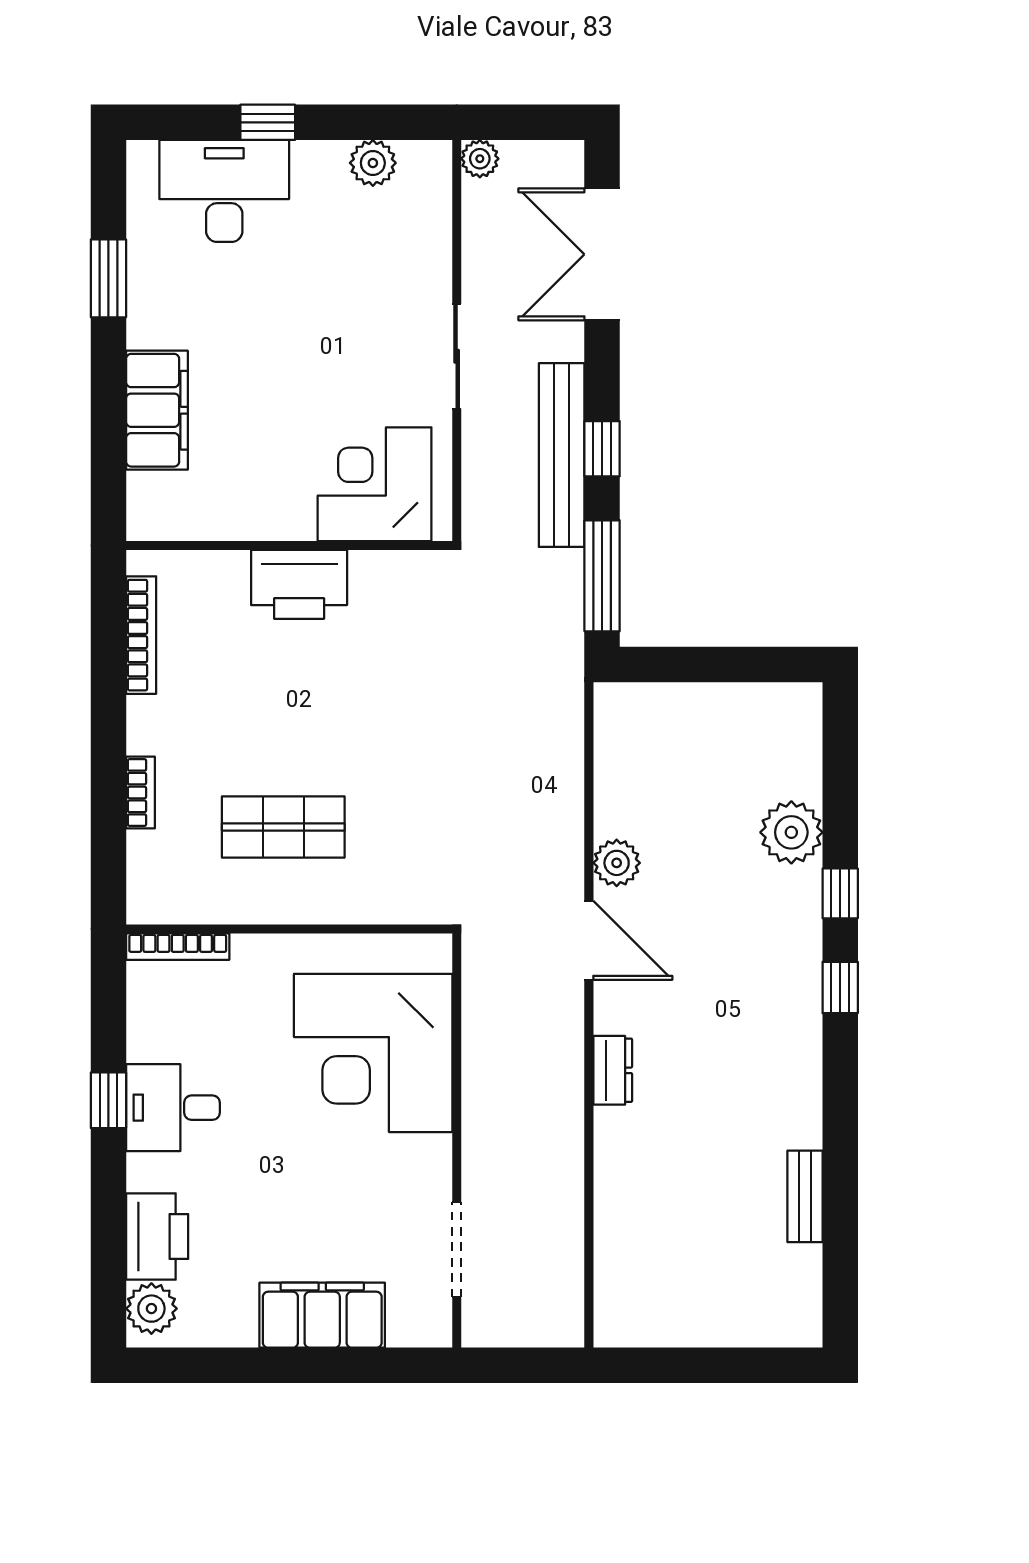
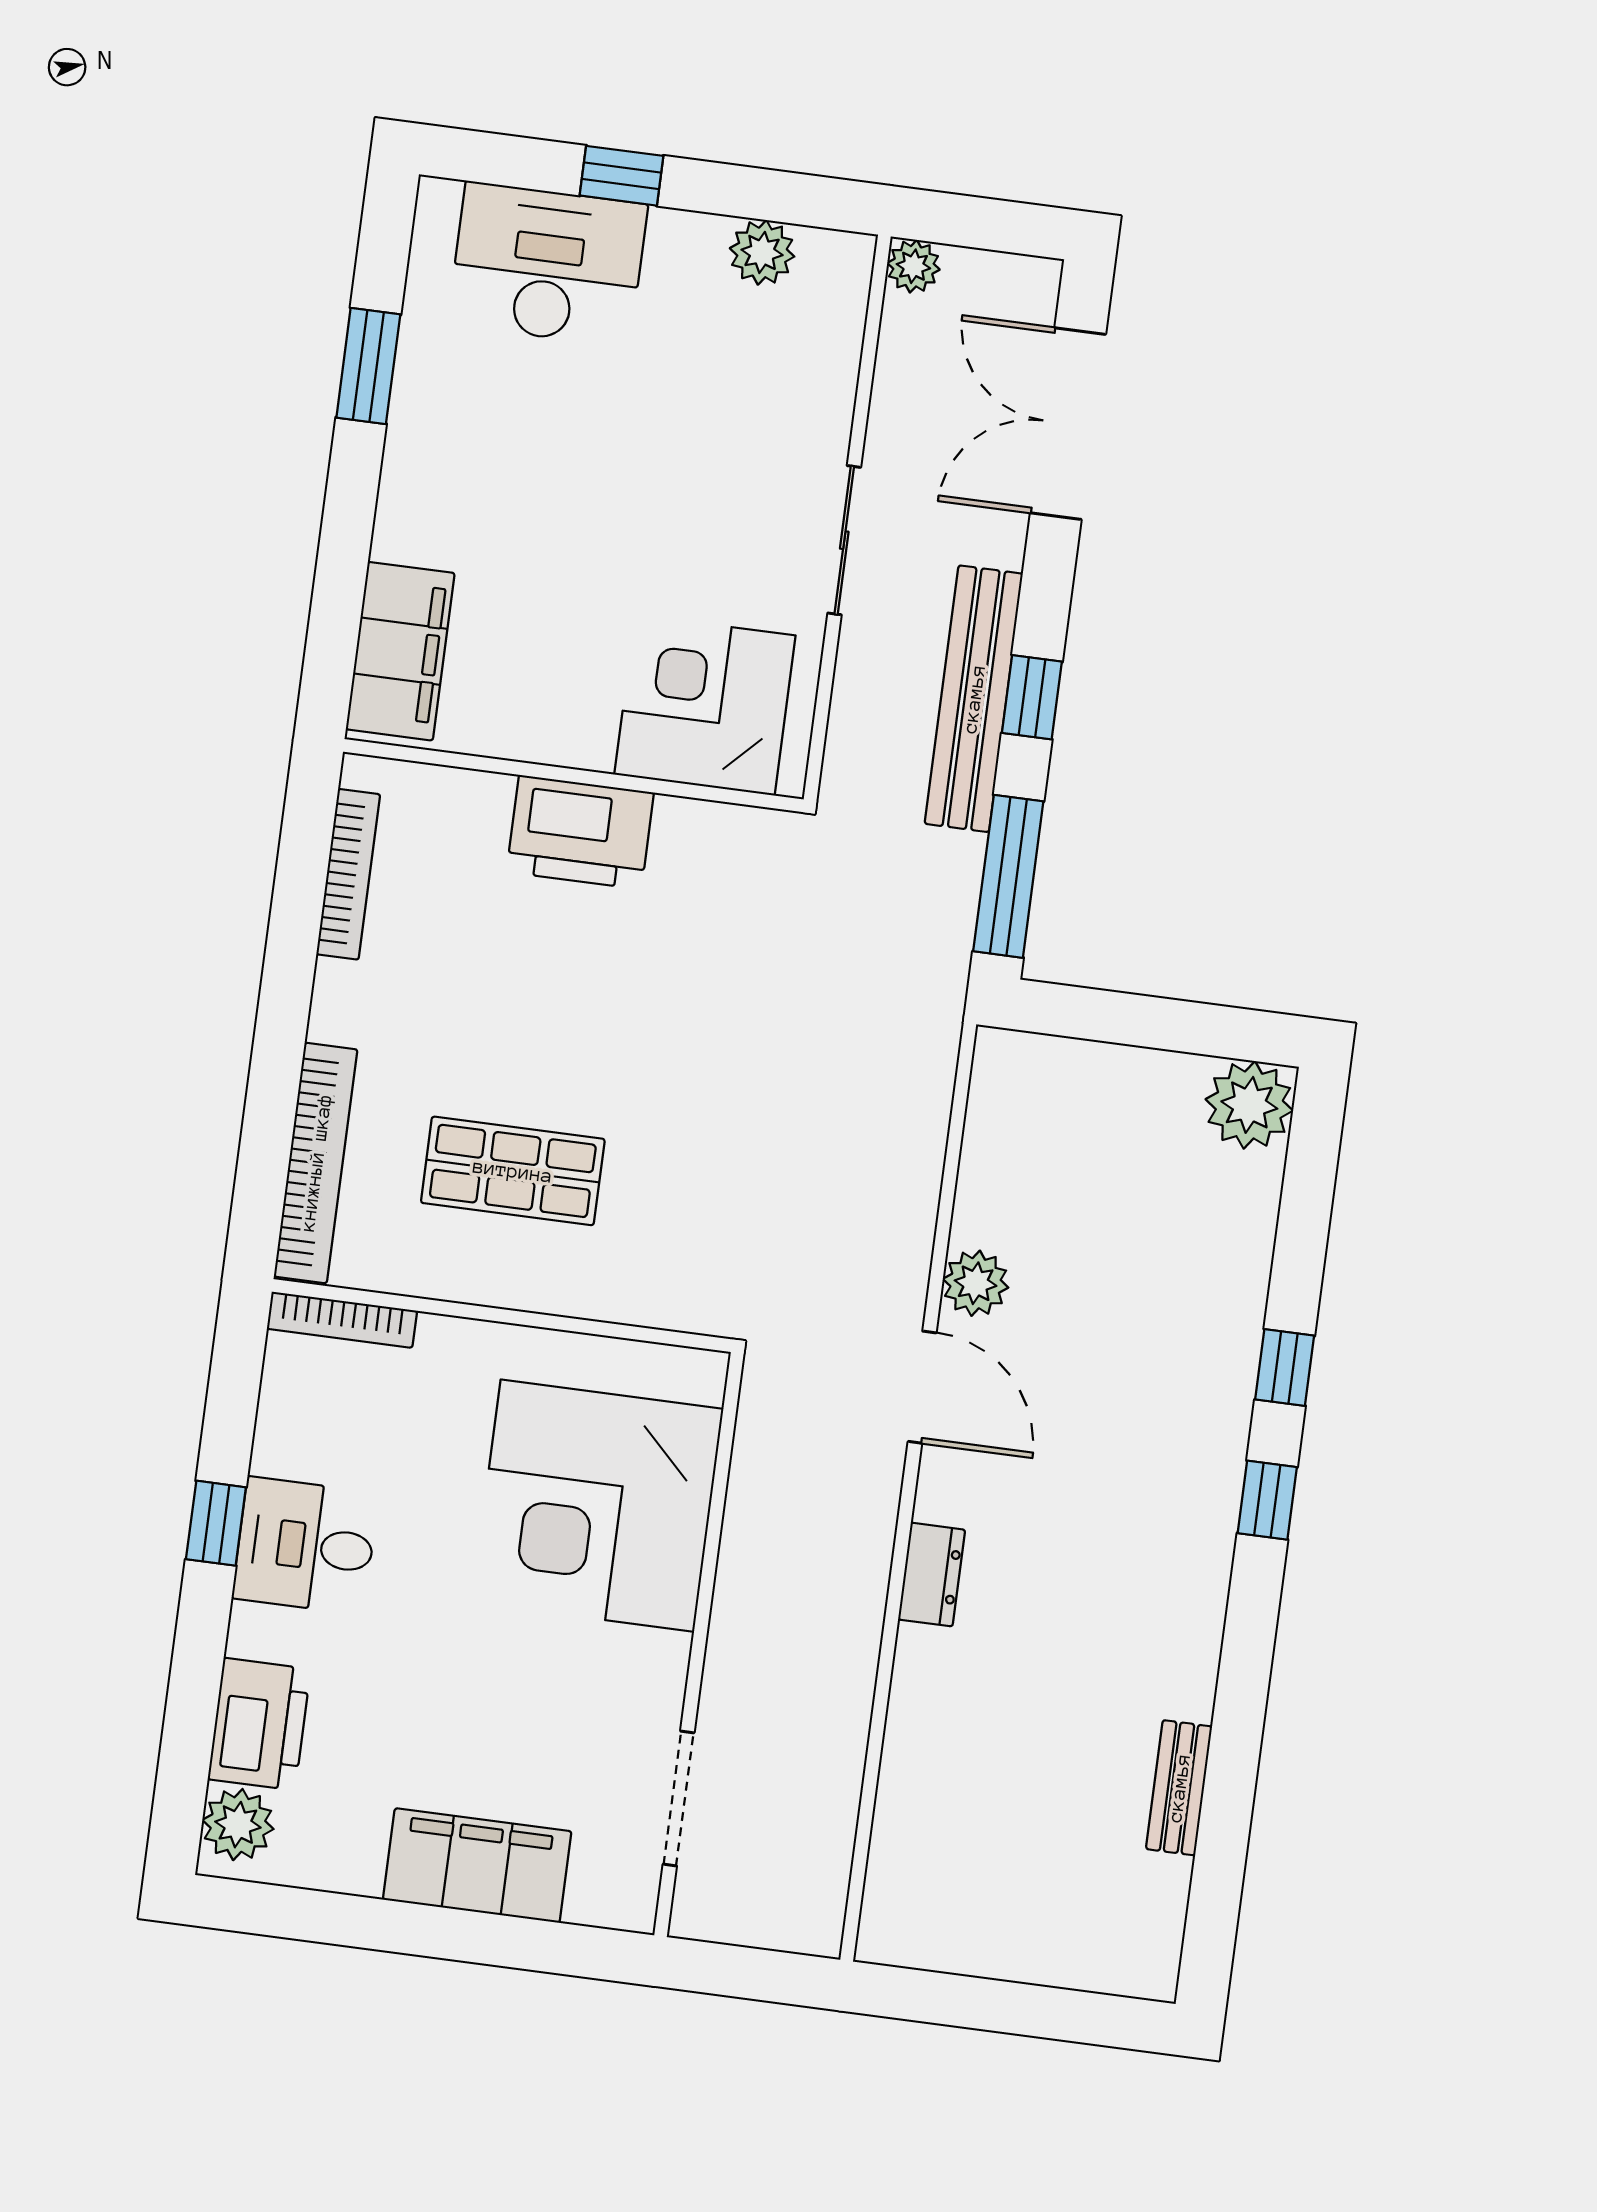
filing cabinet: (157, 410) -> (400, 651), moved
bookcase: (140, 792) -> (316, 1163), width x2.31, depth x1.31
plant: (791, 832) -> (1249, 1105), moved

